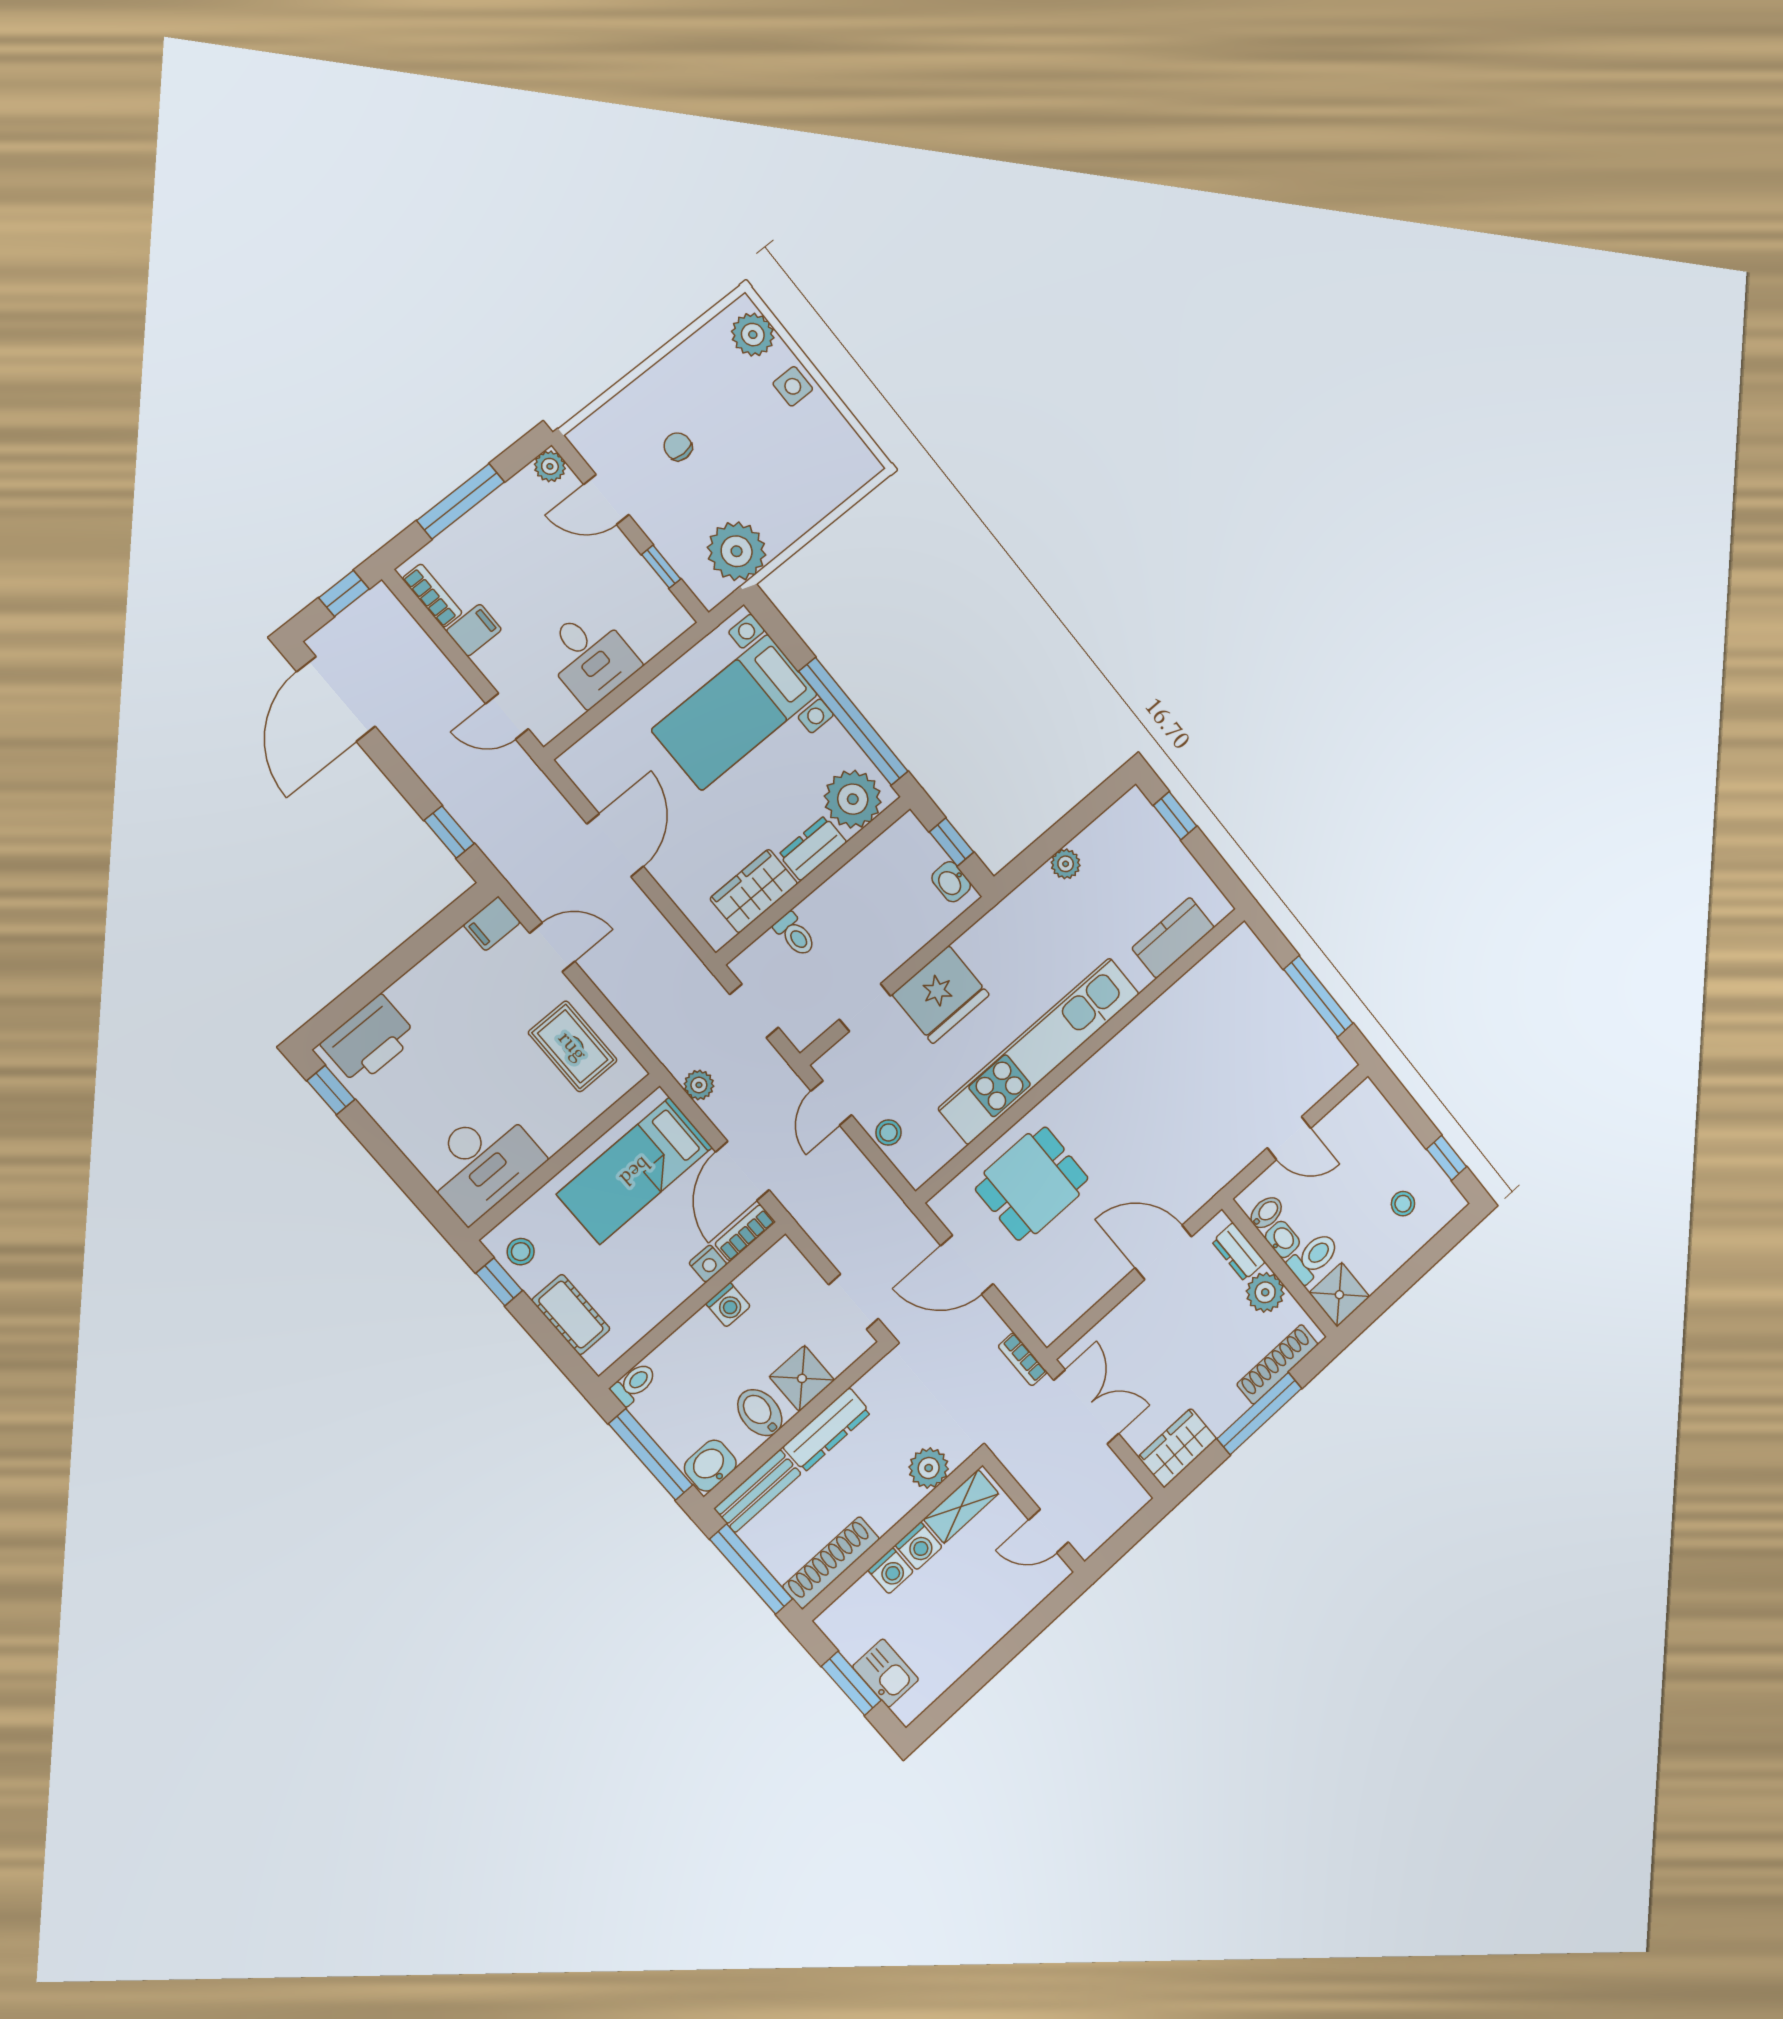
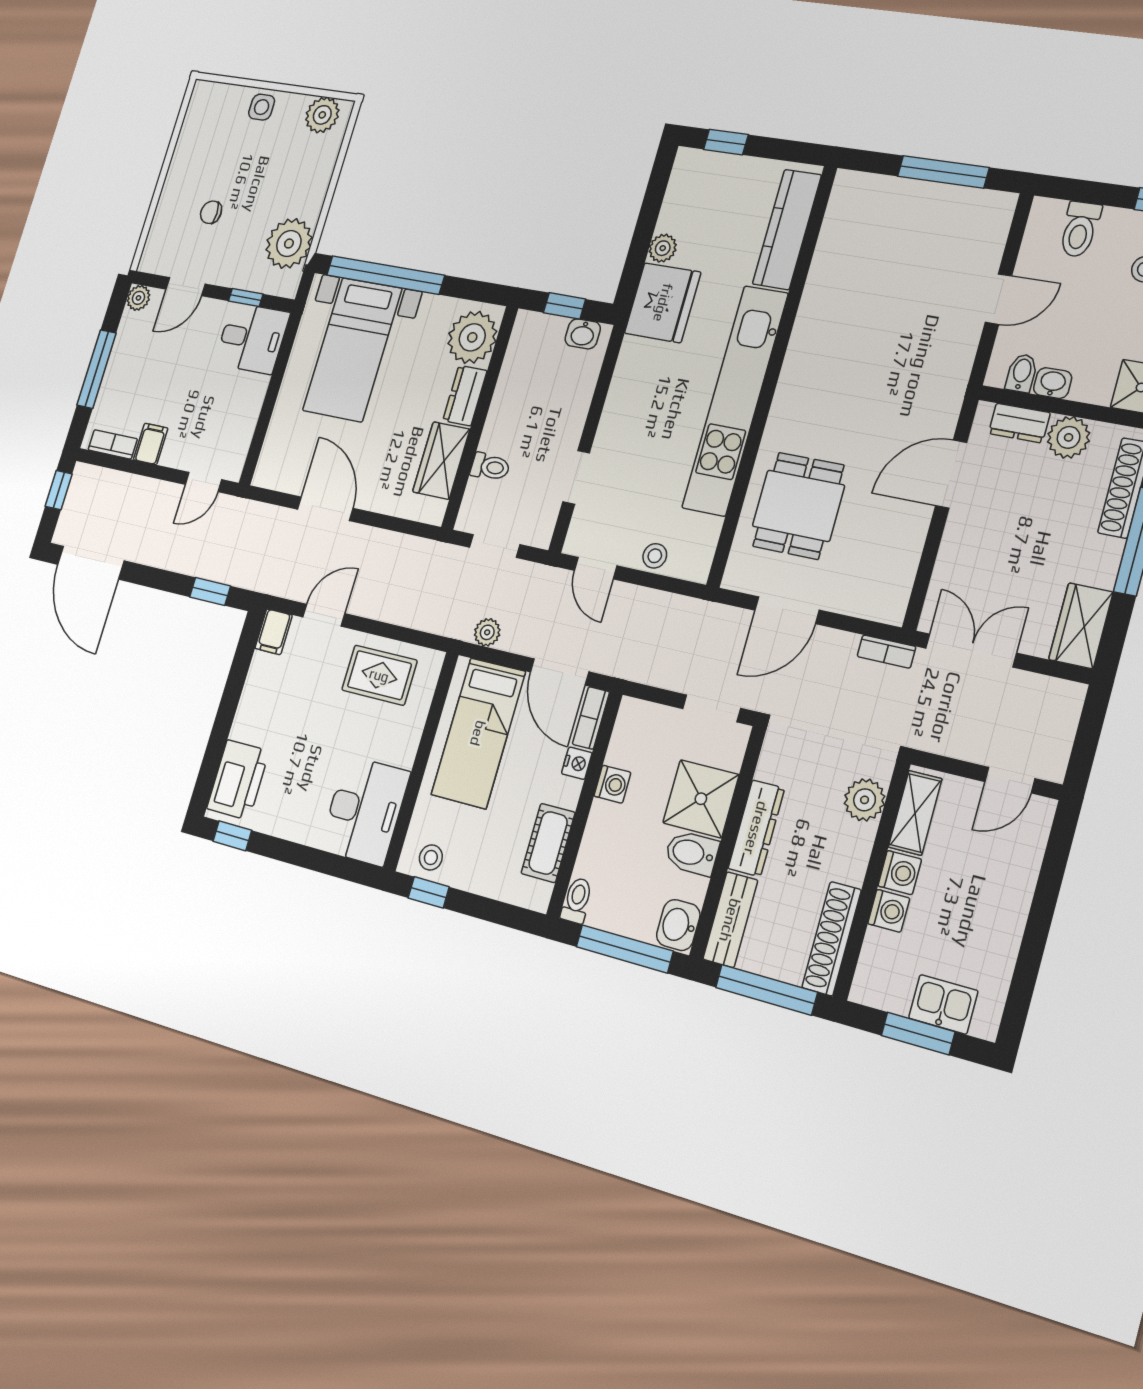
plant: (753, 335) -> (322, 115), moved
desk: (590, 657) -> (252, 338), moved
window: (854, 721) -> (385, 275), moved
kitchen counter: (1173, 938) -> (787, 229), width x1.50
fridge: (941, 995) -> (663, 303), moved
toilet: (1313, 1258) -> (1080, 229), moved, turned 180
cot: (571, 1315) -> (548, 843), moved, turned 90
shower: (802, 1378) -> (701, 799), width x1.36, depth x1.36

